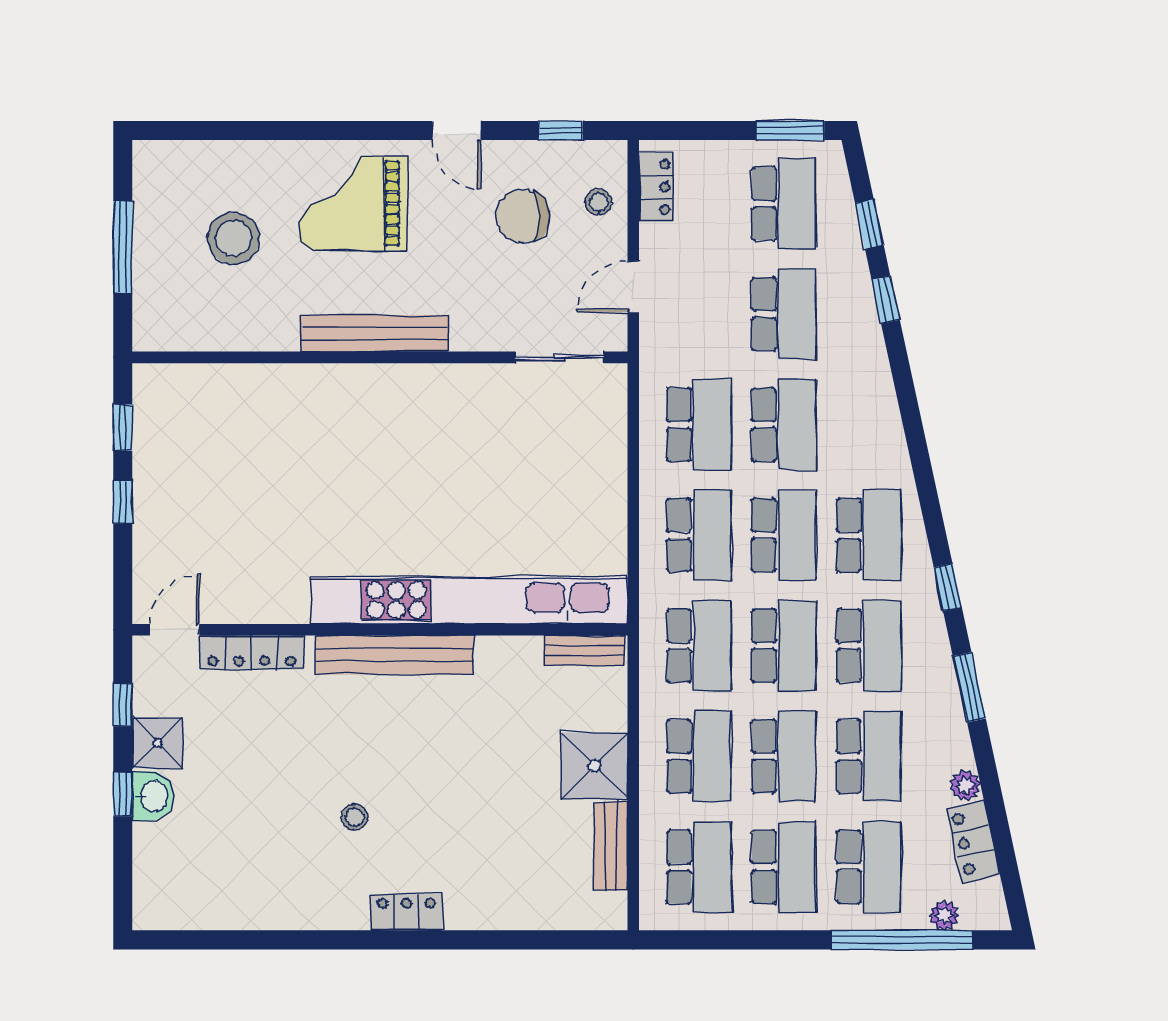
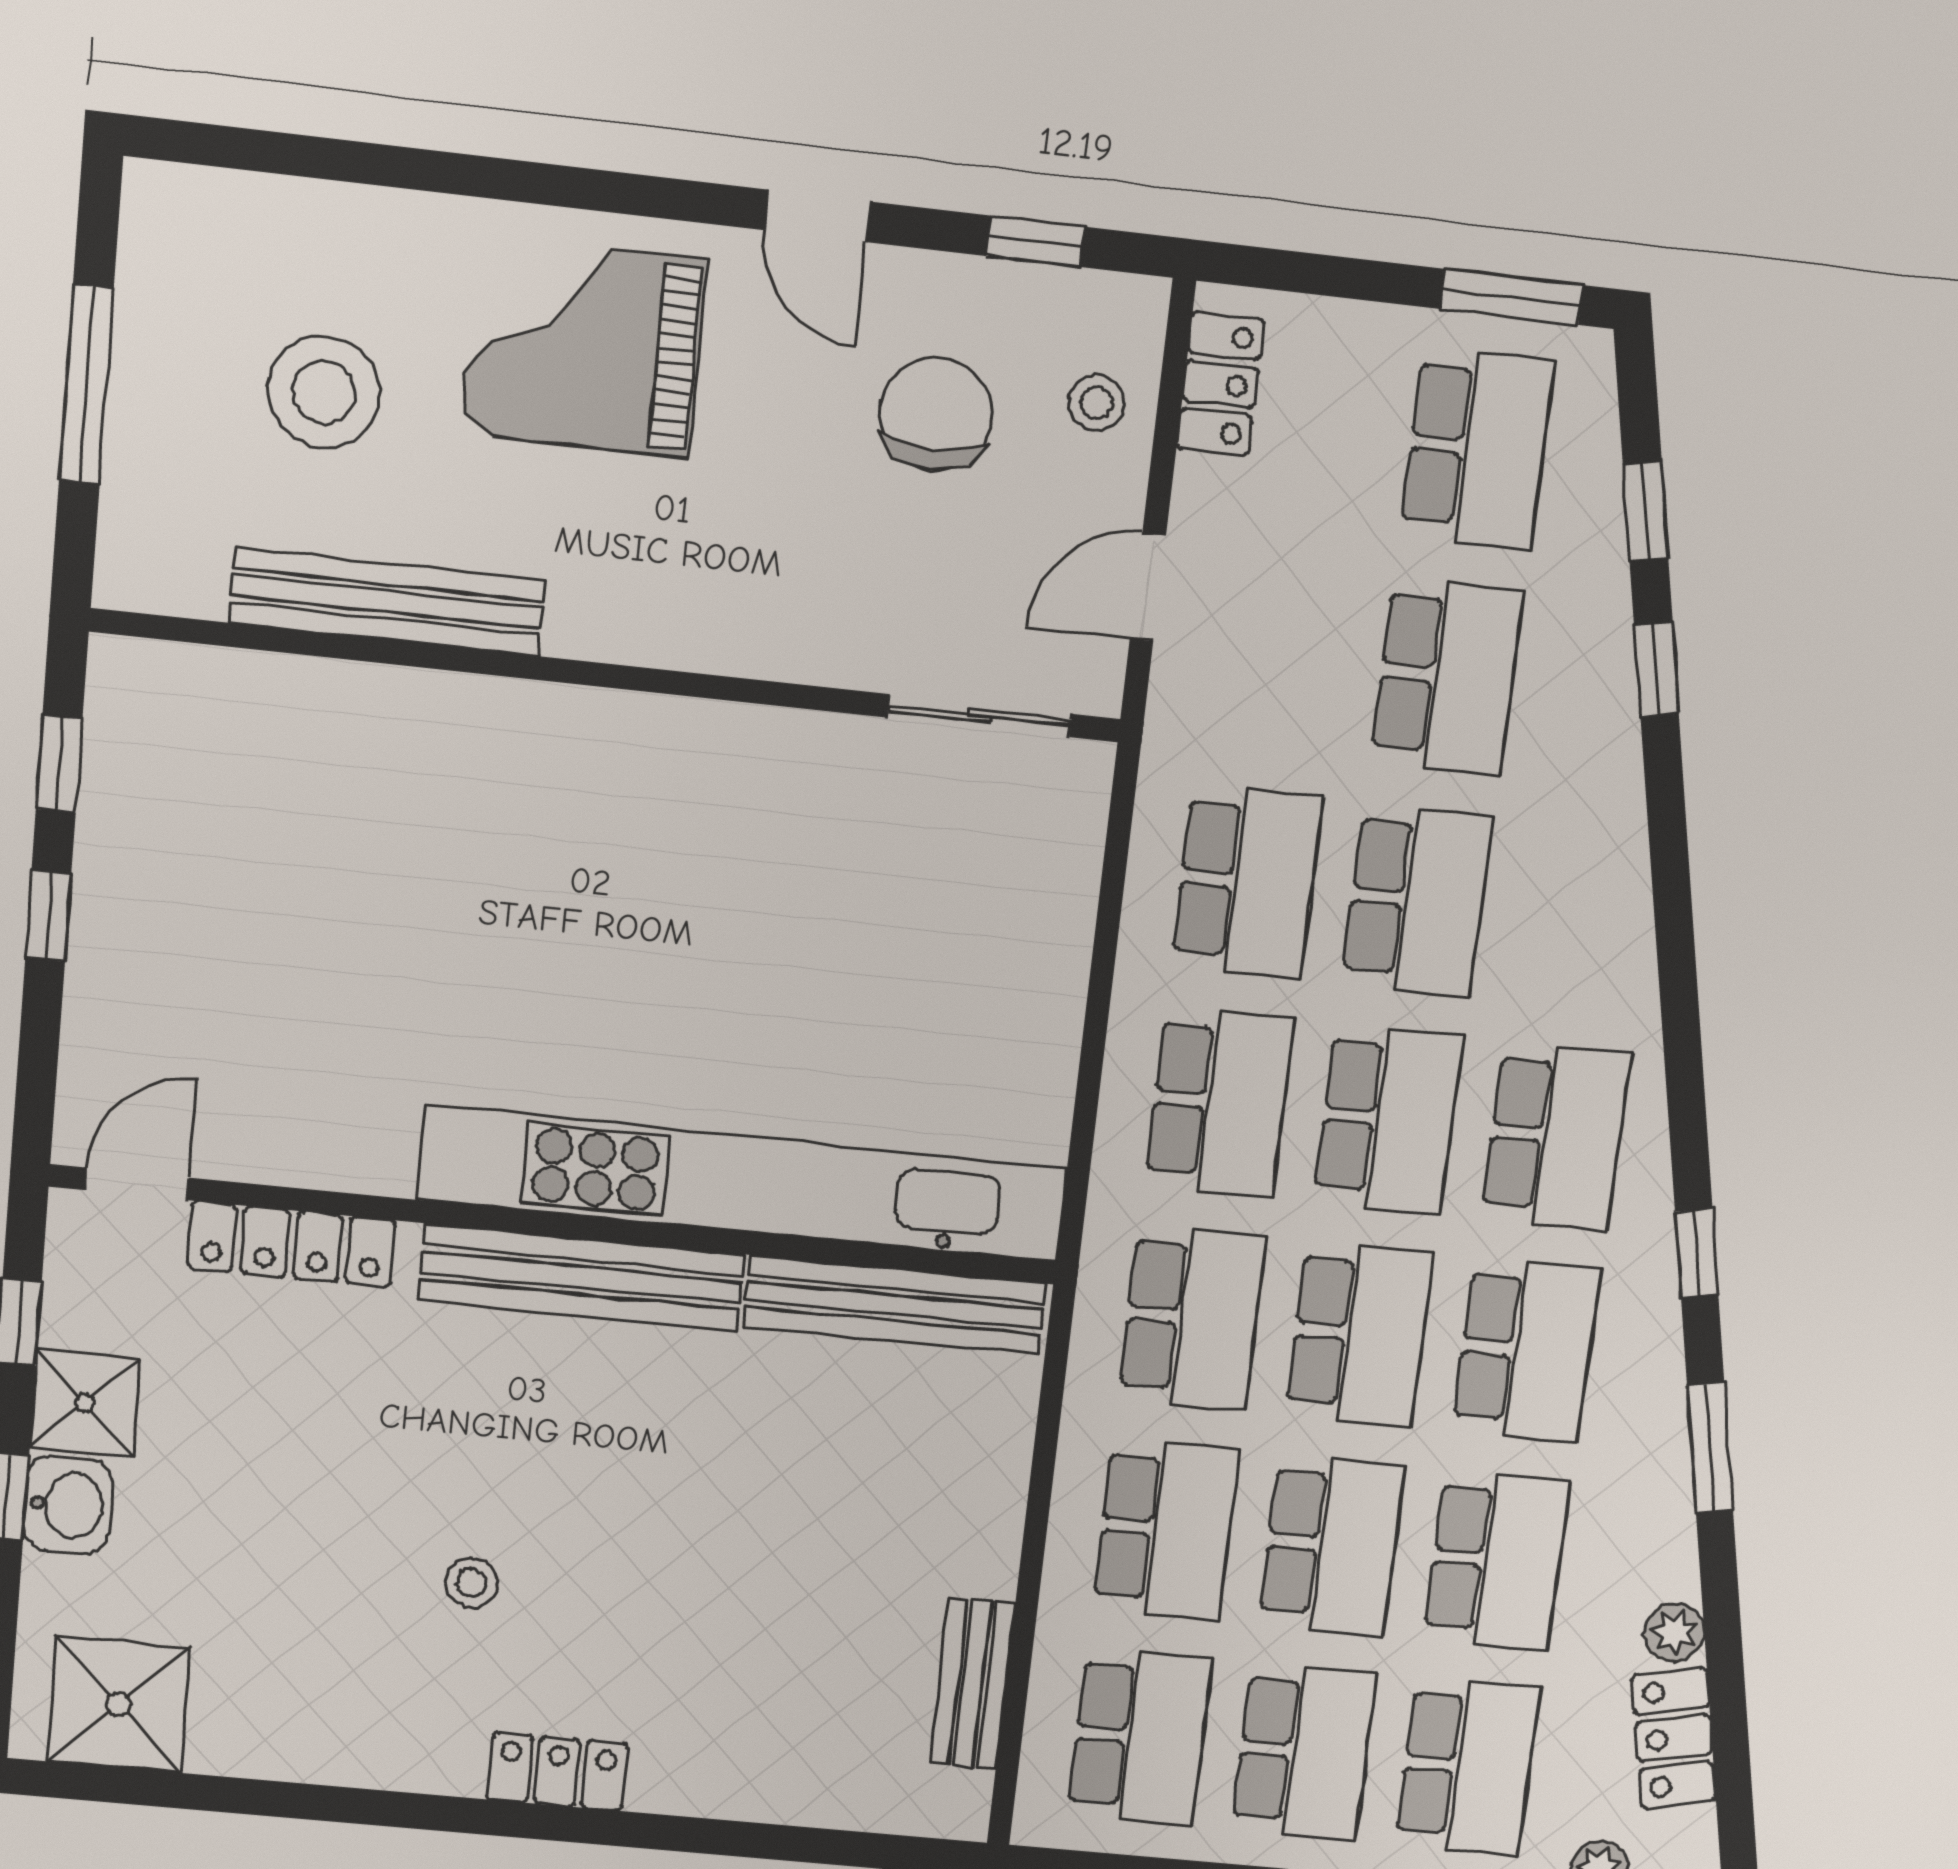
chair: (523, 216) -> (936, 414), turned 90
bench: (375, 333) -> (387, 601), moved
bench: (584, 651) -> (895, 1305), width x1.86, depth x1.21
shower: (594, 766) -> (118, 1704), moved

